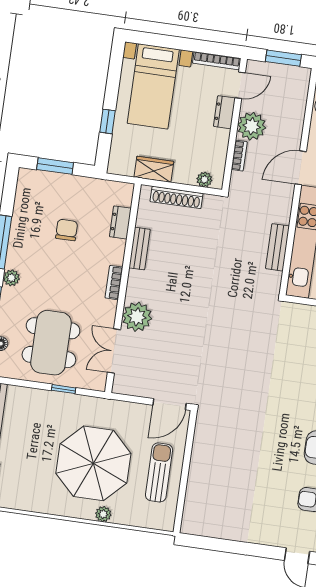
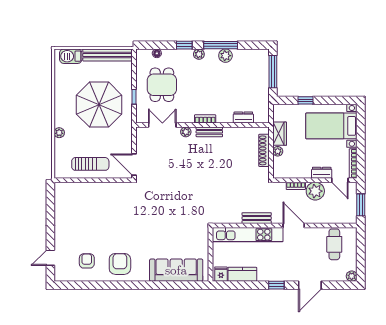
window: (55, 166) -> (273, 72), width x1.44
plant: (204, 180) -> (278, 151), moved
chair: (67, 230) -> (234, 84), removed
plant: (20, 237) -> (225, 56), added
bench: (277, 247) -> (257, 218), moved
bench: (140, 249) -> (209, 132), moved
plant: (137, 317) -> (186, 132), width x0.53, depth x0.53
dining table: (51, 343) -> (162, 85), width x0.73
parasol: (93, 463) -> (99, 105), moved

